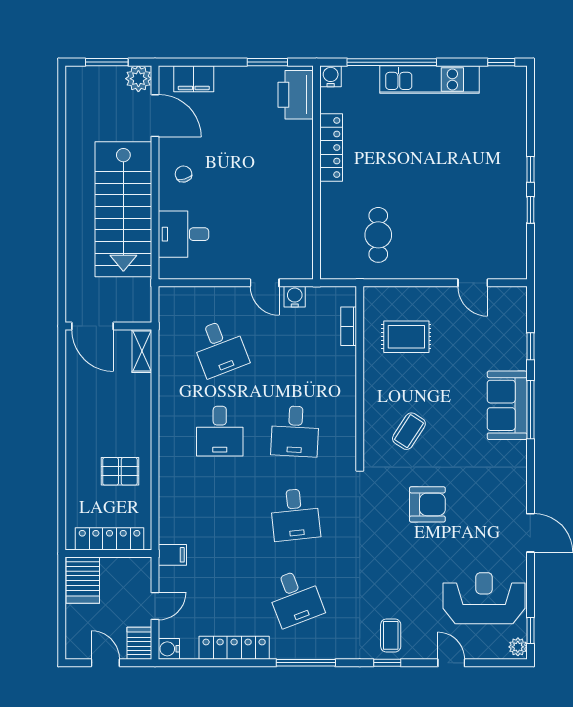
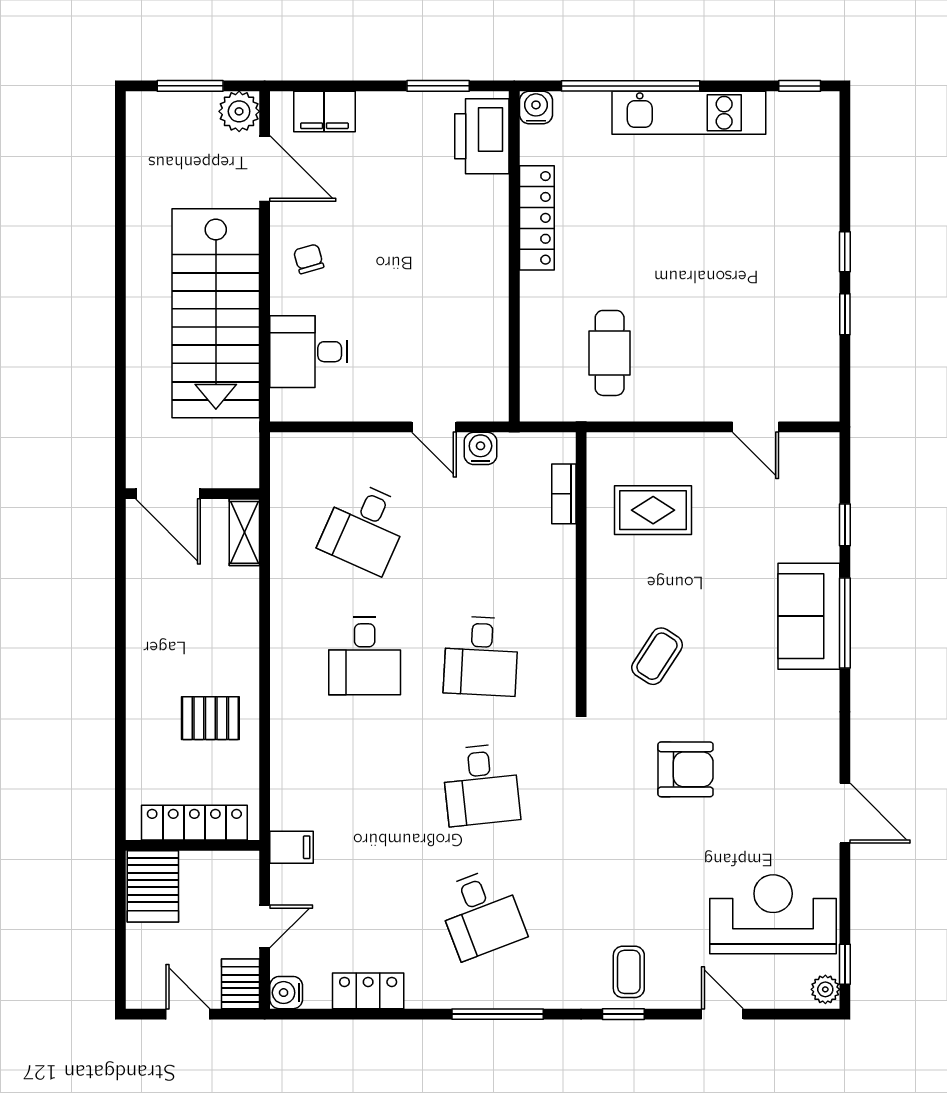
desk: (220, 348) -> (365, 527), turned 45
locker: (234, 648) -> (368, 991), width x0.66

